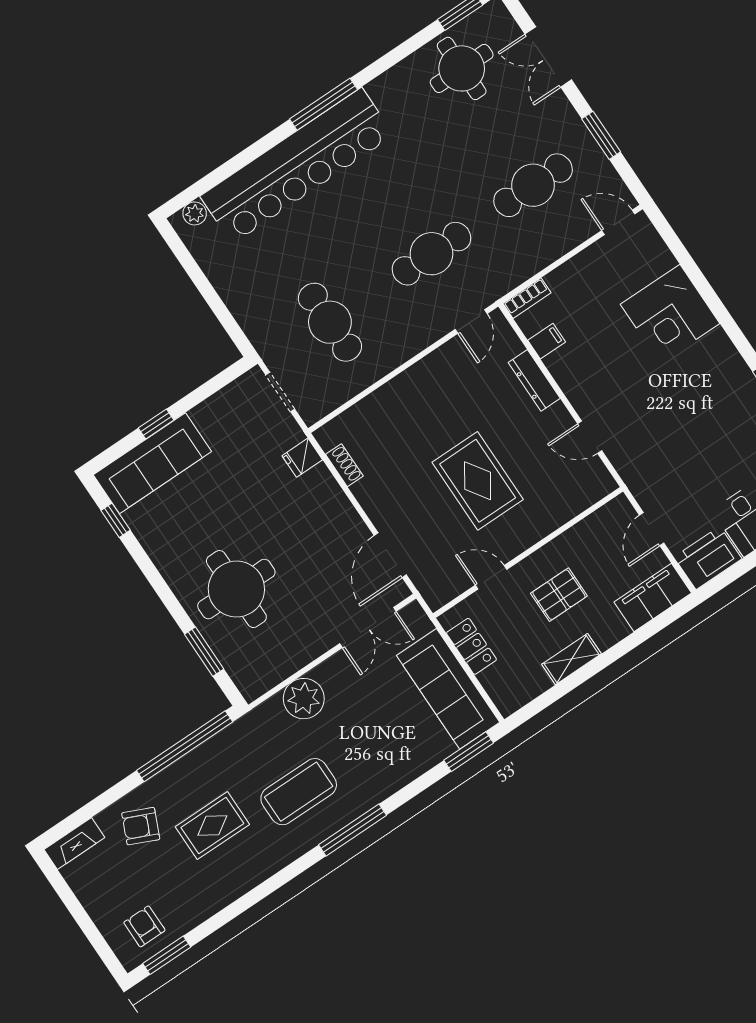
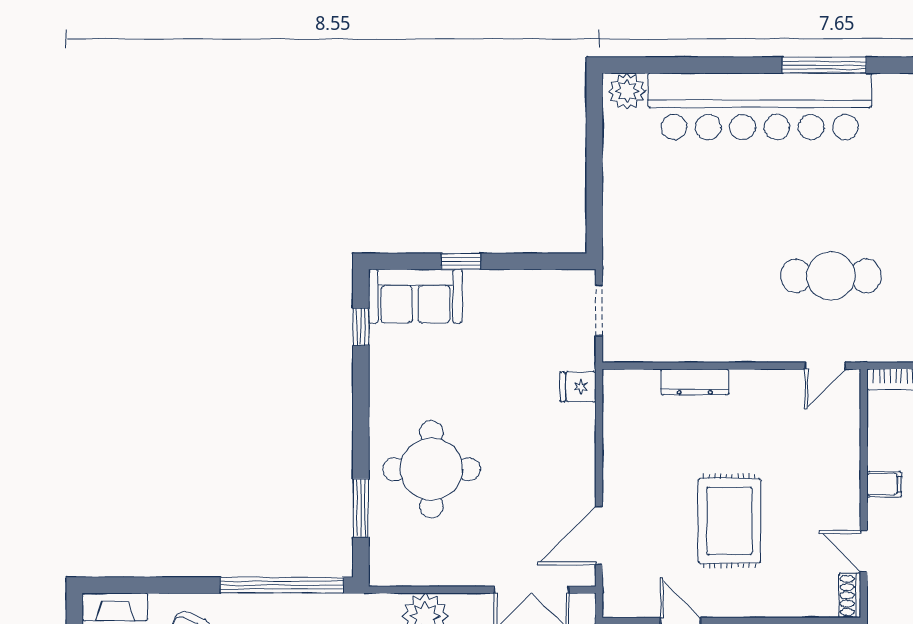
plant: (195, 213) -> (627, 91), width x1.38, depth x1.38
cafe table: (330, 322) -> (691, 276), removed
filing cabinet: (547, 341) -> (884, 484), moved
dresser: (534, 380) -> (695, 382), moved, turned -90
sofa: (152, 463) -> (415, 296), width x0.73
shoe rack: (344, 465) -> (850, 595), moved, turned 180

